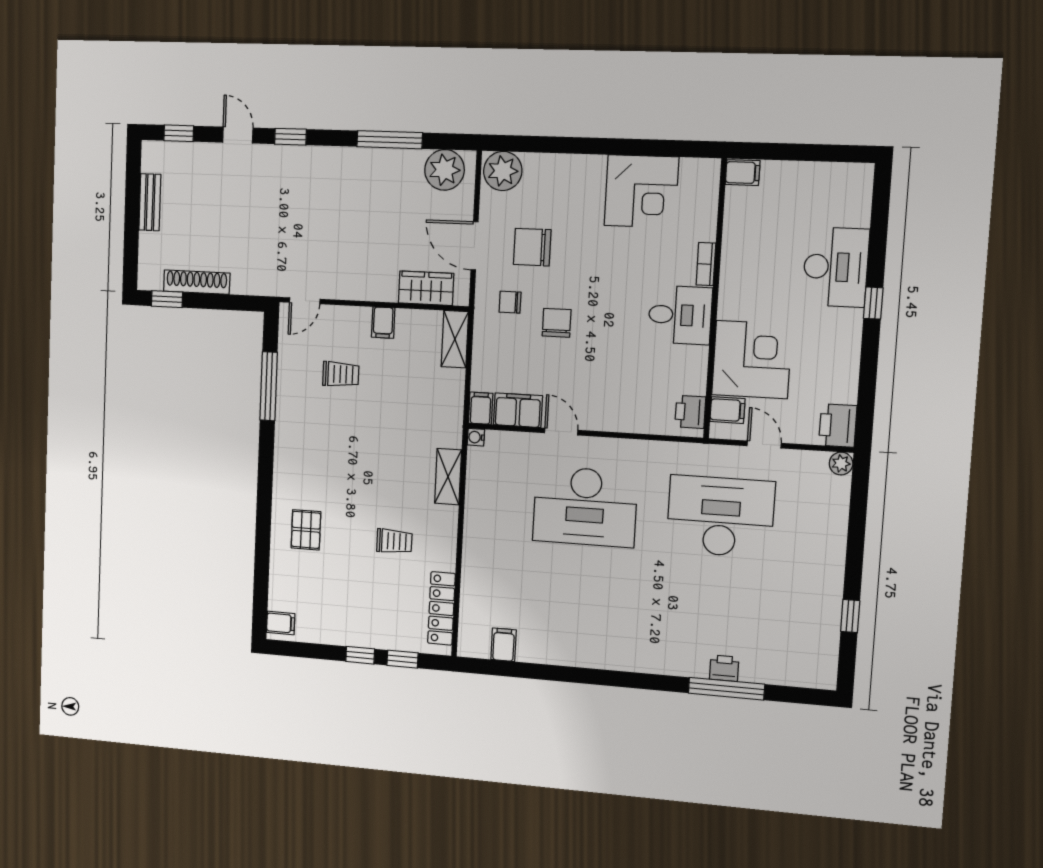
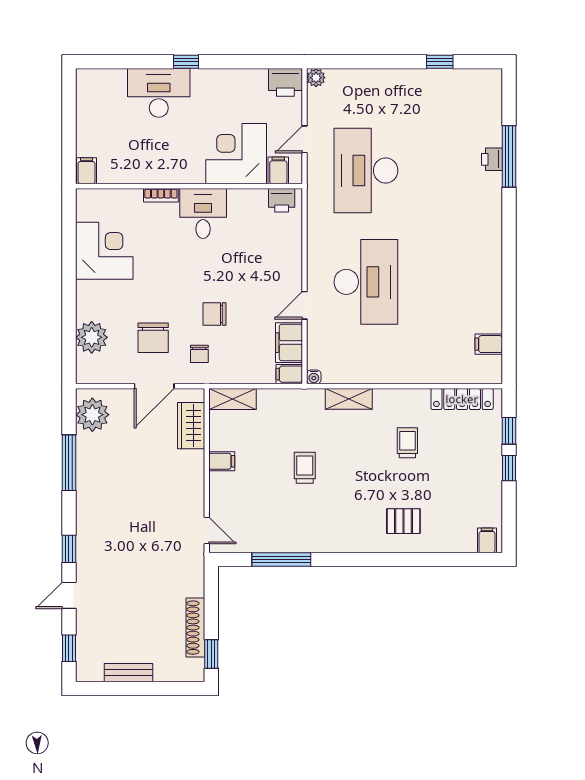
plant: (503, 171) -> (92, 337), moved
trolley: (341, 374) -> (305, 468), moved

